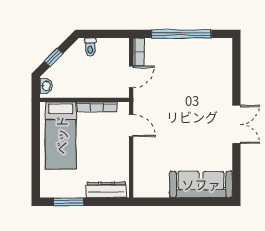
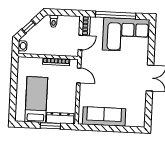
corner sofa: (198, 62) -> (126, 35), added
bed: (61, 135) -> (36, 100), moved, turned 180
sofa: (201, 184) -> (104, 116), moved
window: (69, 202) -> (50, 126), moved

